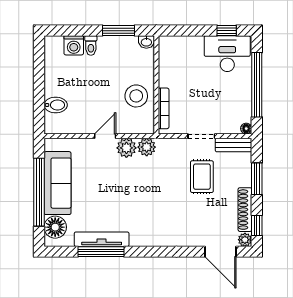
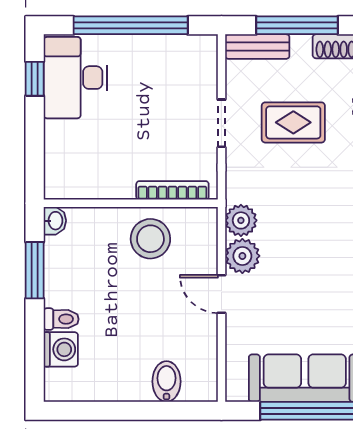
floor lamp: (246, 129) -> (208, 44), removed
bench: (234, 145) -> (257, 47), moved, turned 90
window: (257, 179) -> (297, 25), width x1.44

